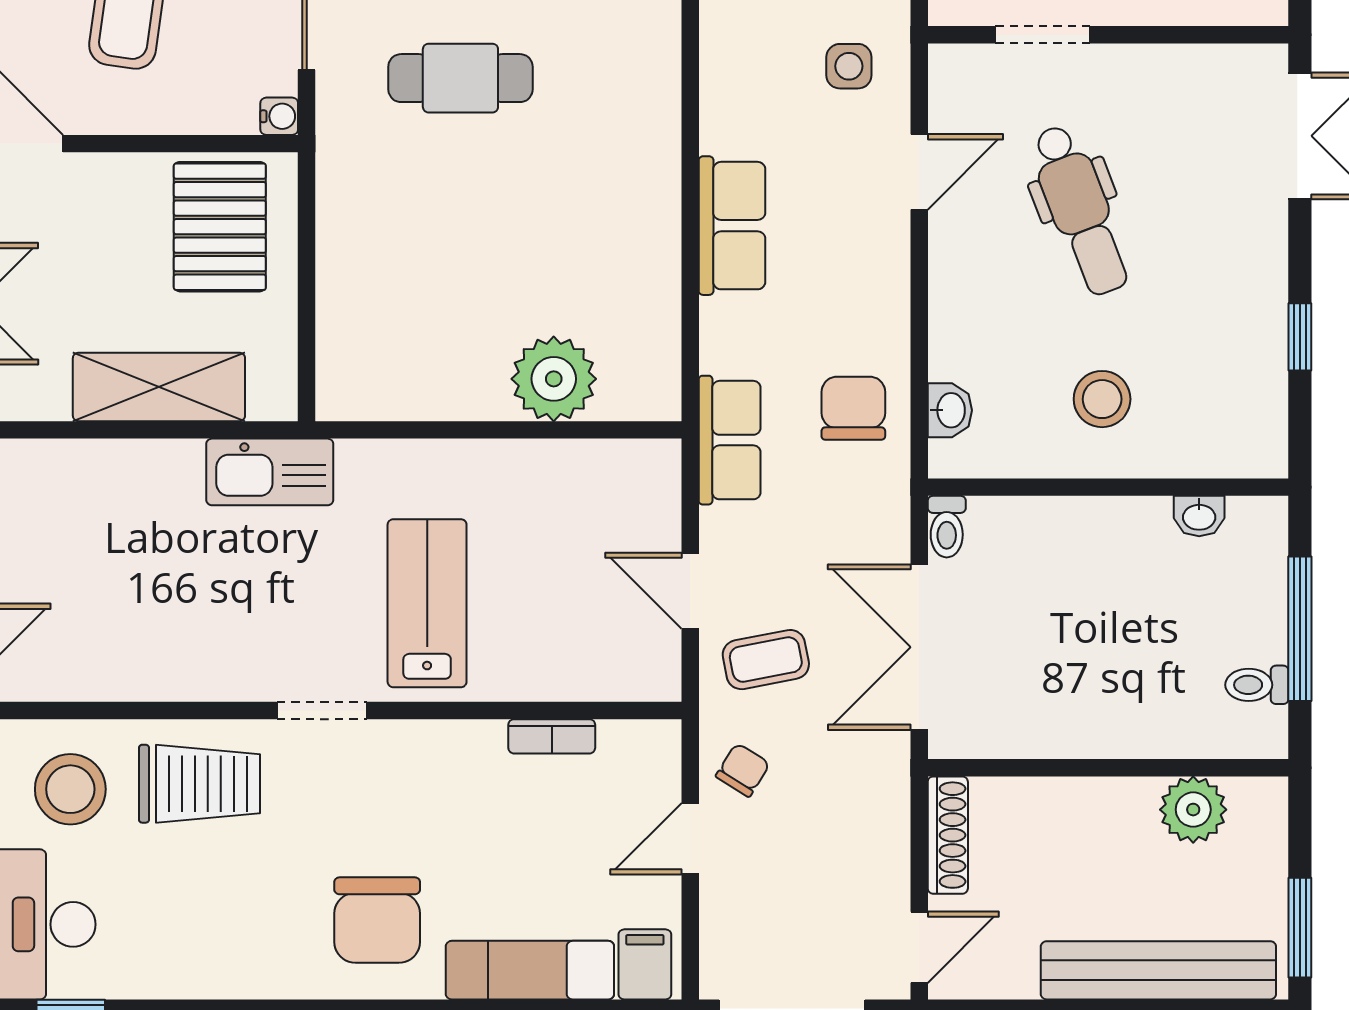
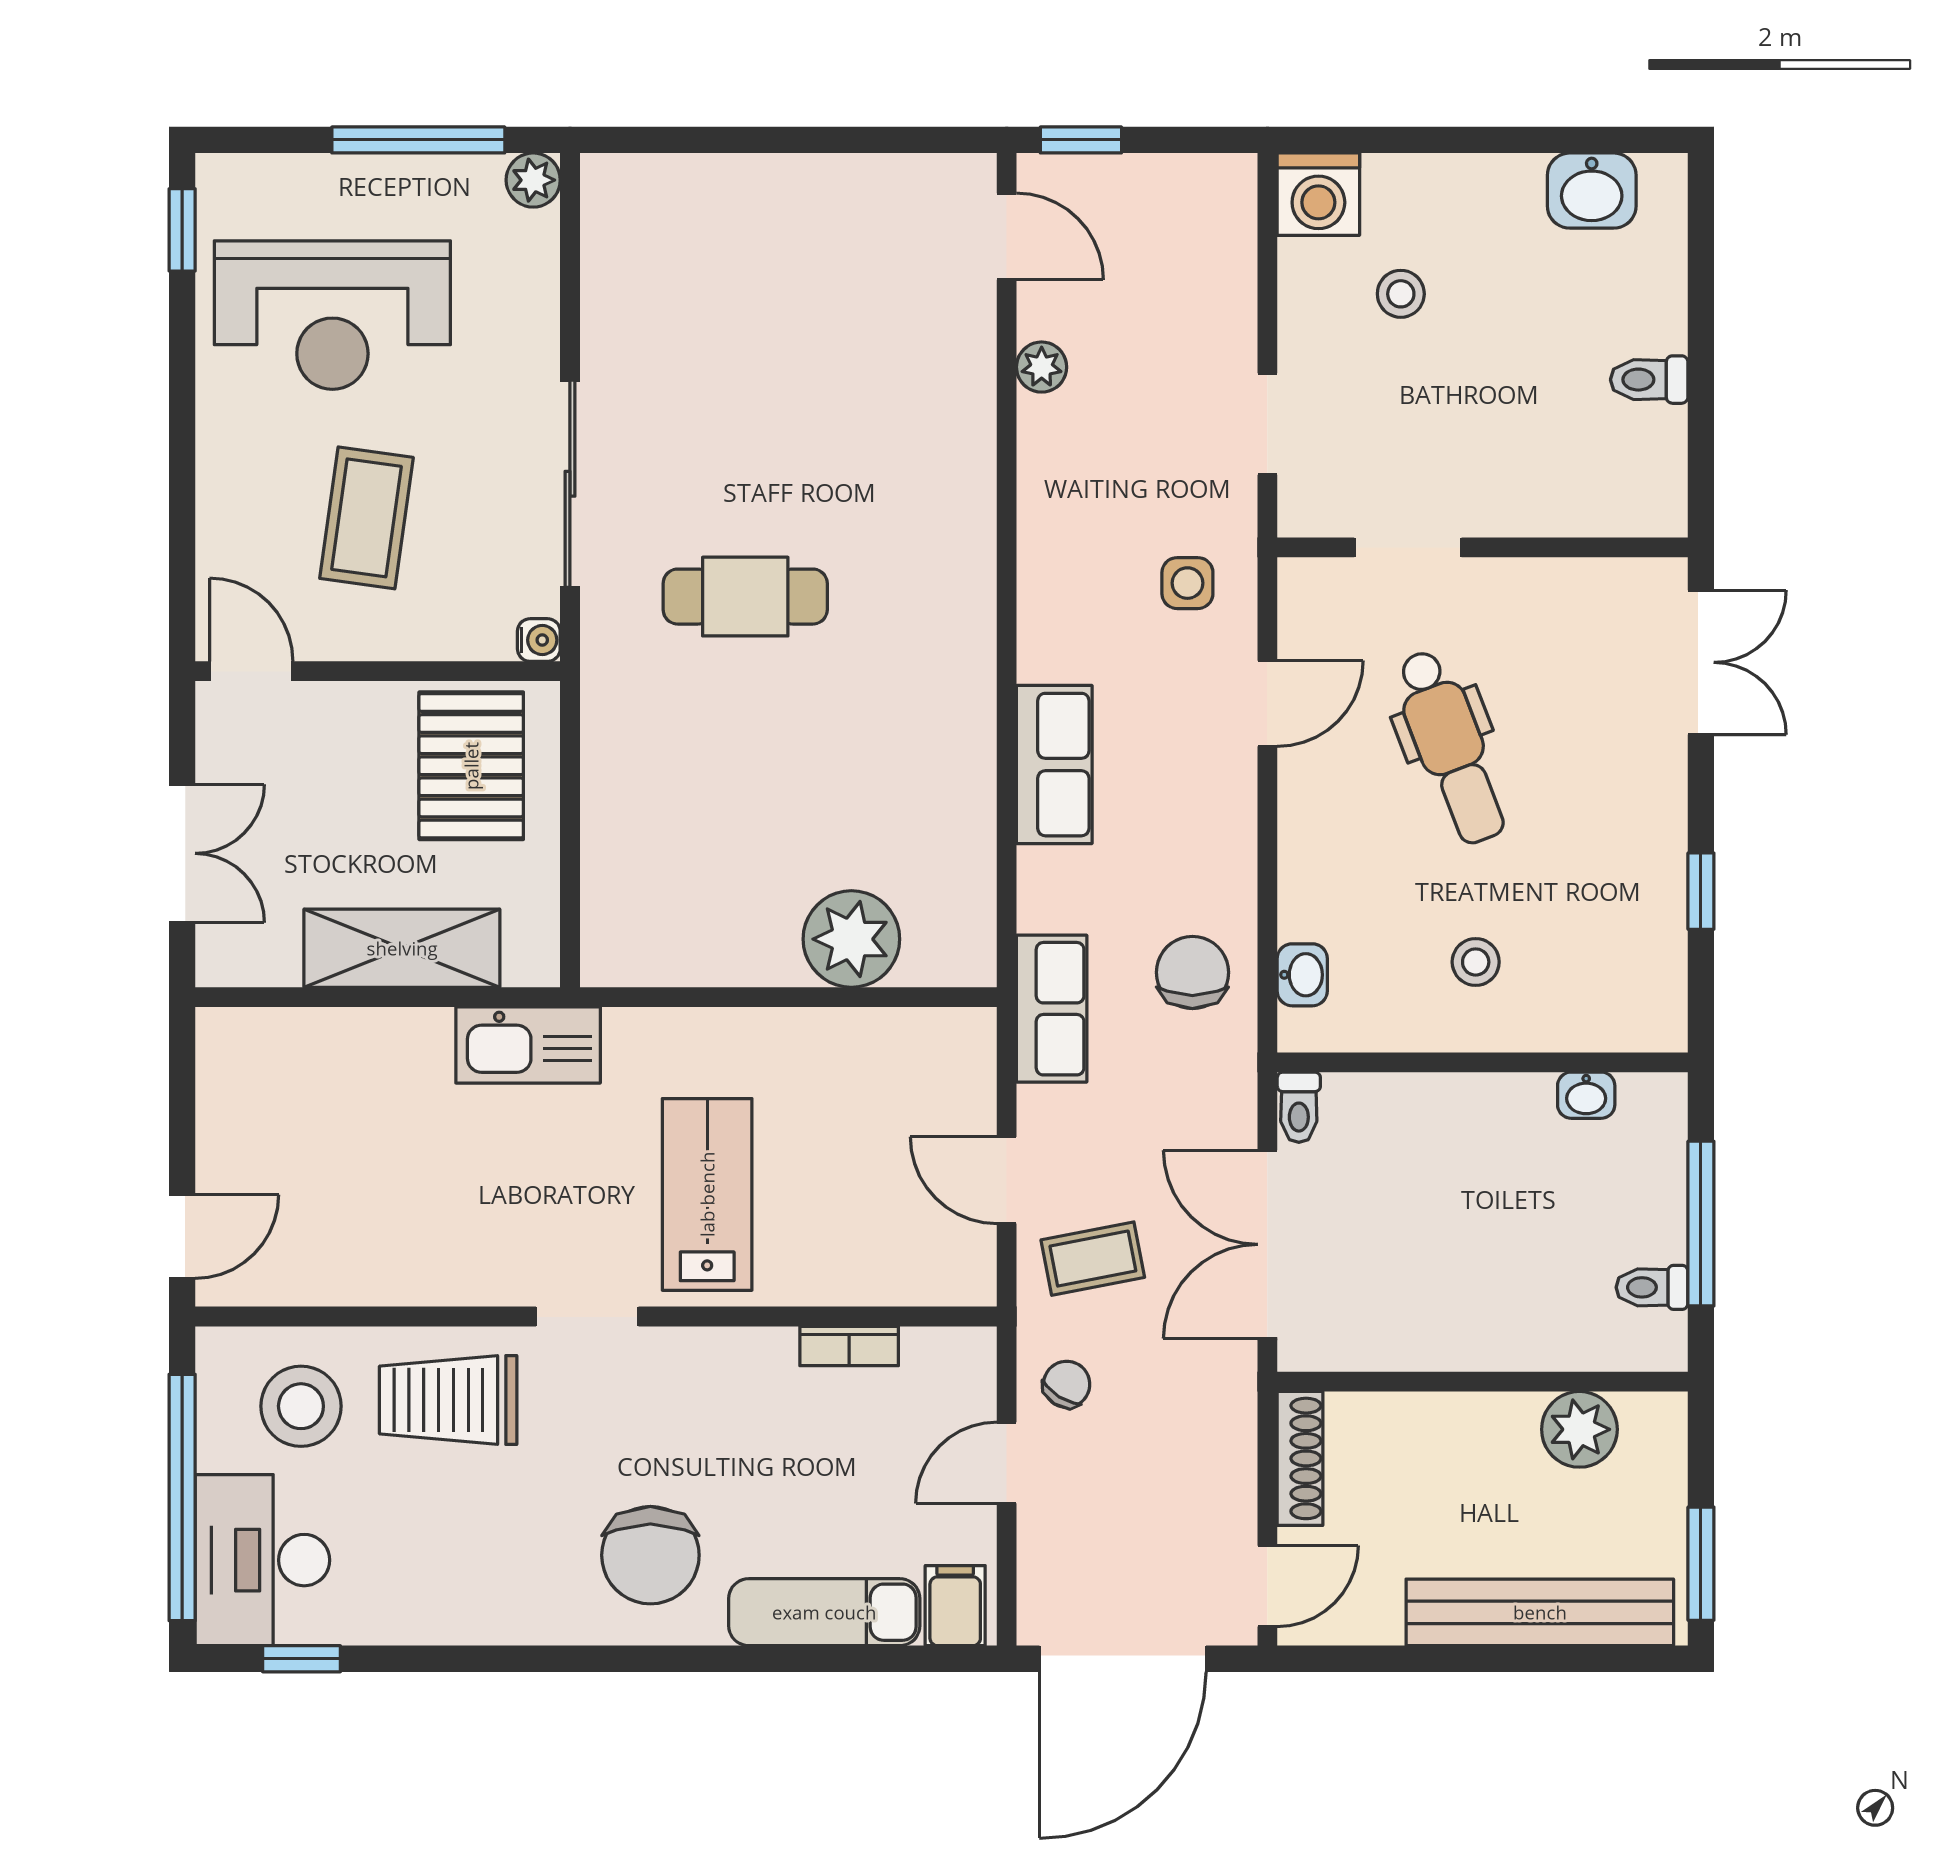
stool: (1102, 399) -> (1476, 962), width x0.73, depth x0.73
trolley: (200, 784) -> (448, 1400), turned 180

